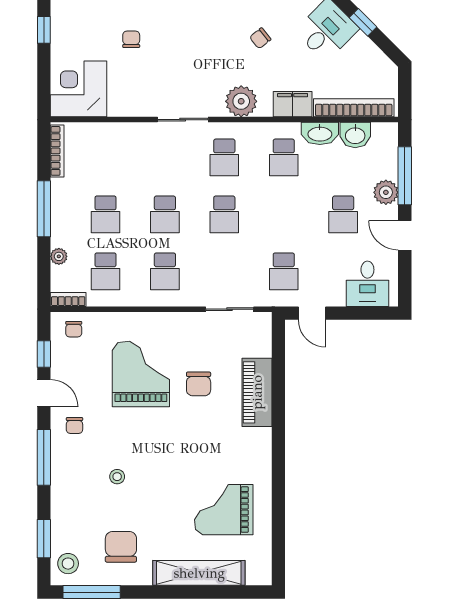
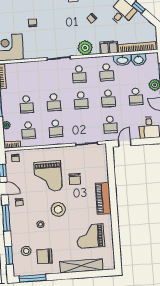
school desk: (284, 214) -> (108, 98), added
door: (312, 313) -> (125, 143), swing flipped
grand piano: (141, 374) -> (48, 176), turned 180
piano: (257, 392) -> (103, 198), moved
stool: (158, 447) -> (58, 209), added
chair: (121, 547) -> (45, 256), turned -90
stool: (68, 564) -> (26, 251), moved

